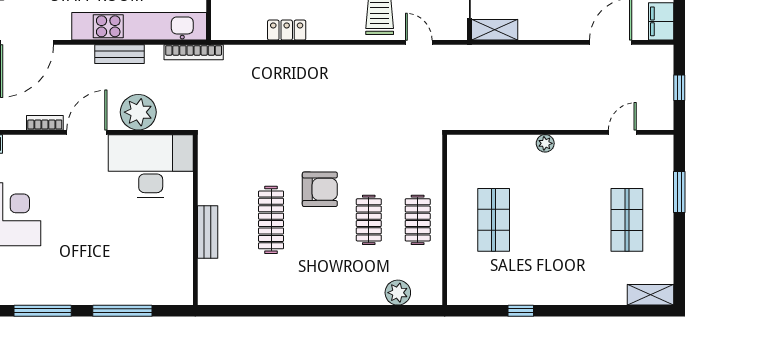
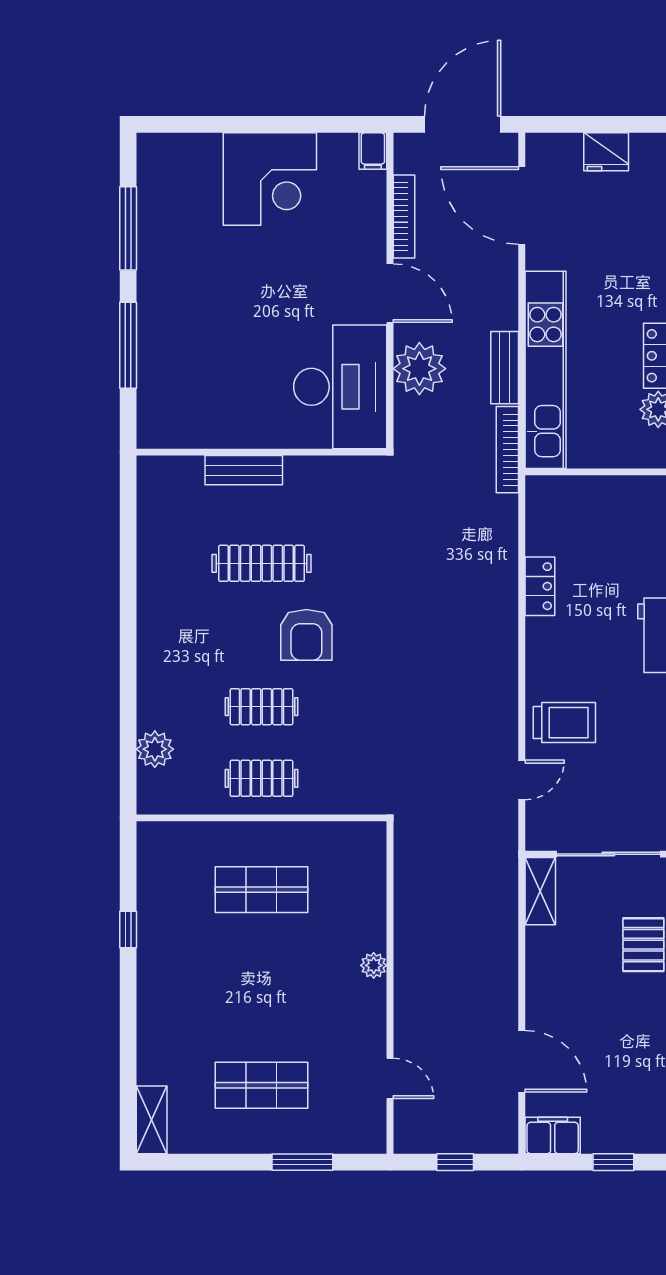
bench: (120, 54) -> (505, 368), moved
bookcase: (45, 123) -> (404, 217), width x1.56

